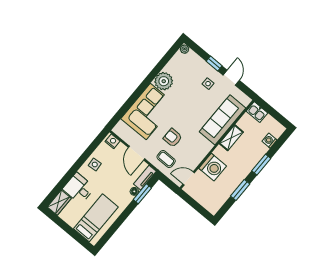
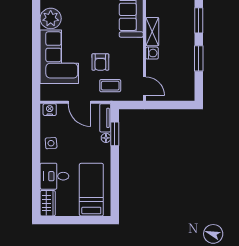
armchair: (173, 138) -> (100, 62), turned -90
shelving: (231, 138) -> (152, 32), moved
washing machine: (213, 167) -> (152, 53), width x0.53, depth x0.53
door: (189, 178) -> (145, 86), swing flipped

